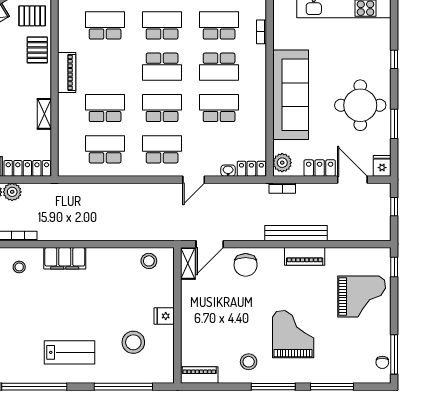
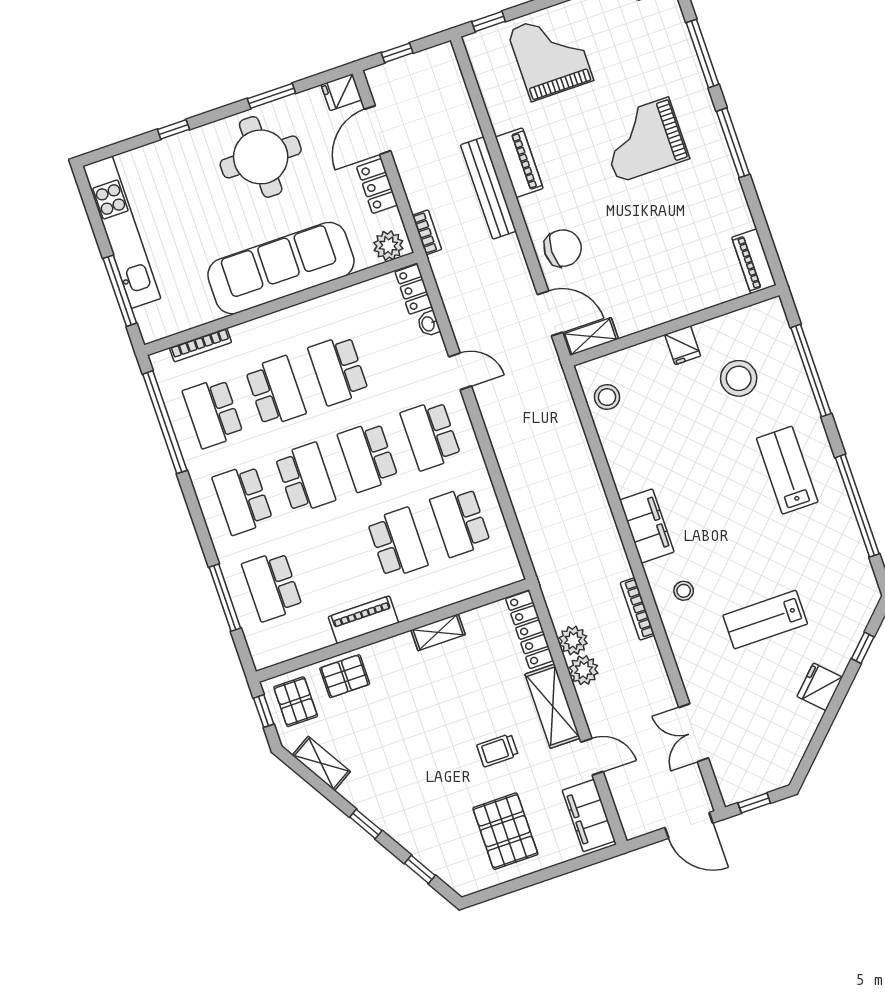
bookcase: (262, 32) -> (201, 345), width x1.56
school desk: (105, 108) -> (398, 543), turned 180
stool: (249, 362) -> (708, 193), removed

